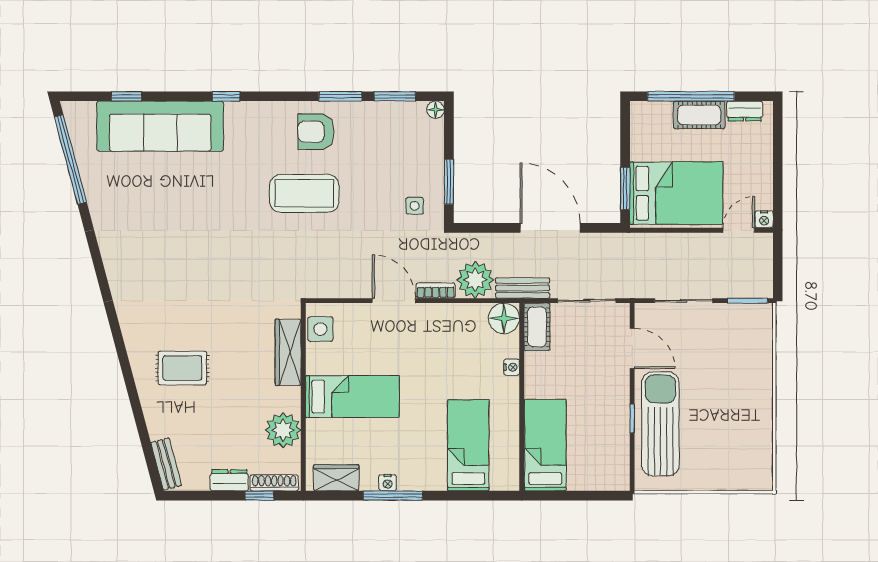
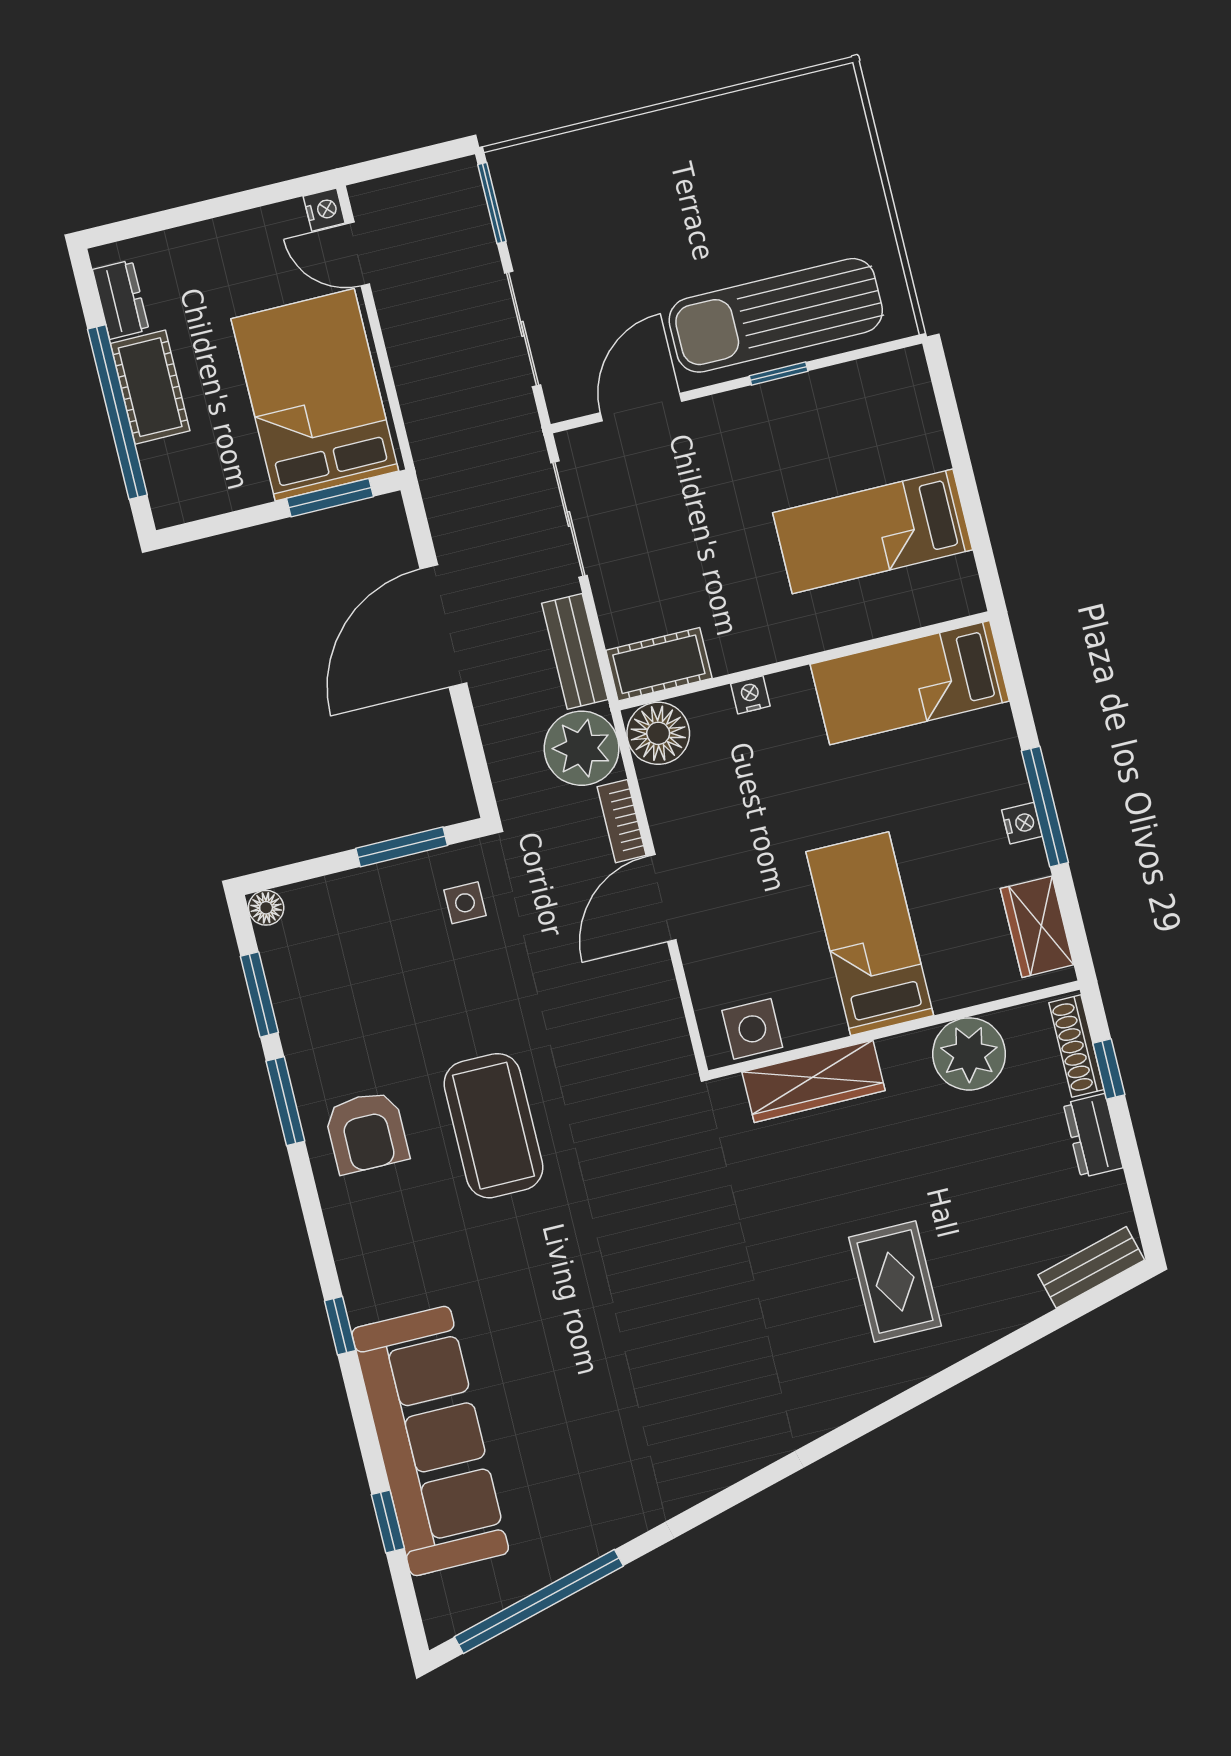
floor lamp: (504, 318) -> (658, 733), moved
cot: (537, 327) -> (659, 664), moved
nightstand: (512, 367) -> (750, 695), moved
wall: (522, 397) -> (804, 661), moved

